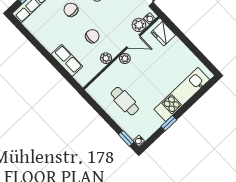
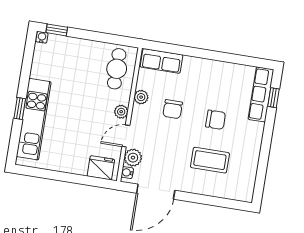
row of seats: (67, 60) -> (162, 61), moved
cafe table: (125, 101) -> (117, 69), moved, turned 90
window: (169, 123) -> (20, 109), moved

